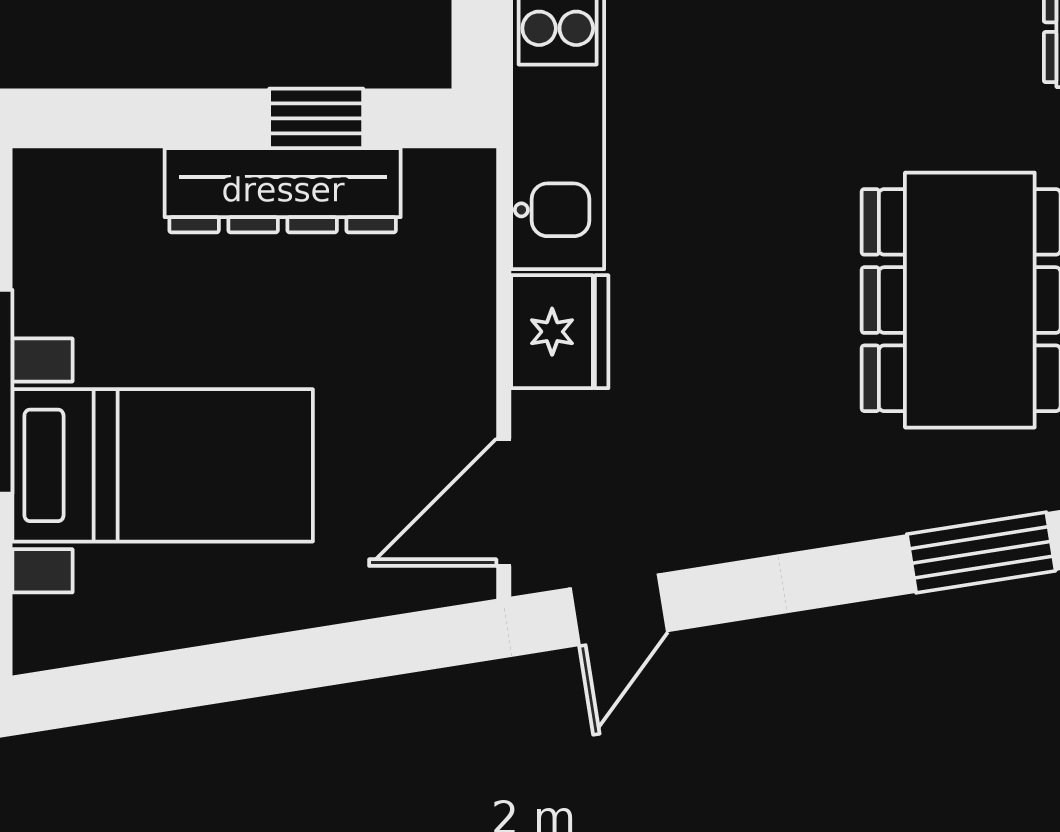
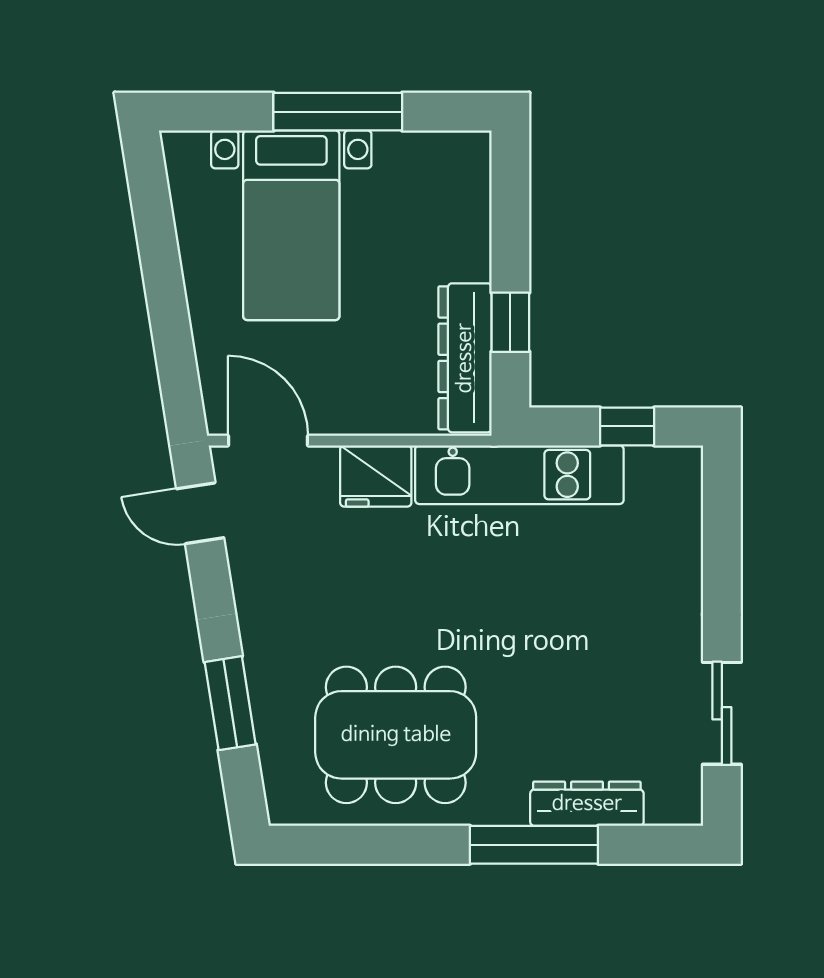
dresser: (283, 190) -> (465, 358), moved
window: (981, 552) -> (230, 703), moved

